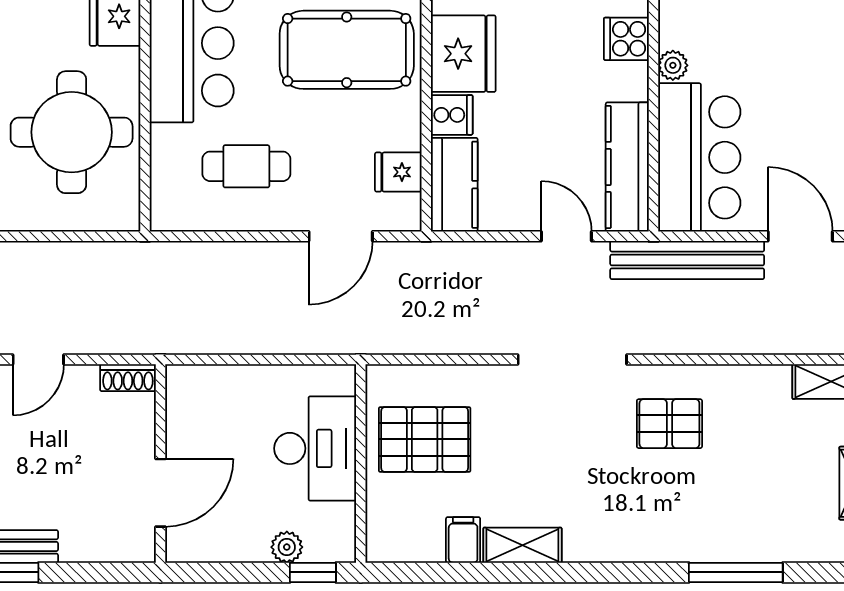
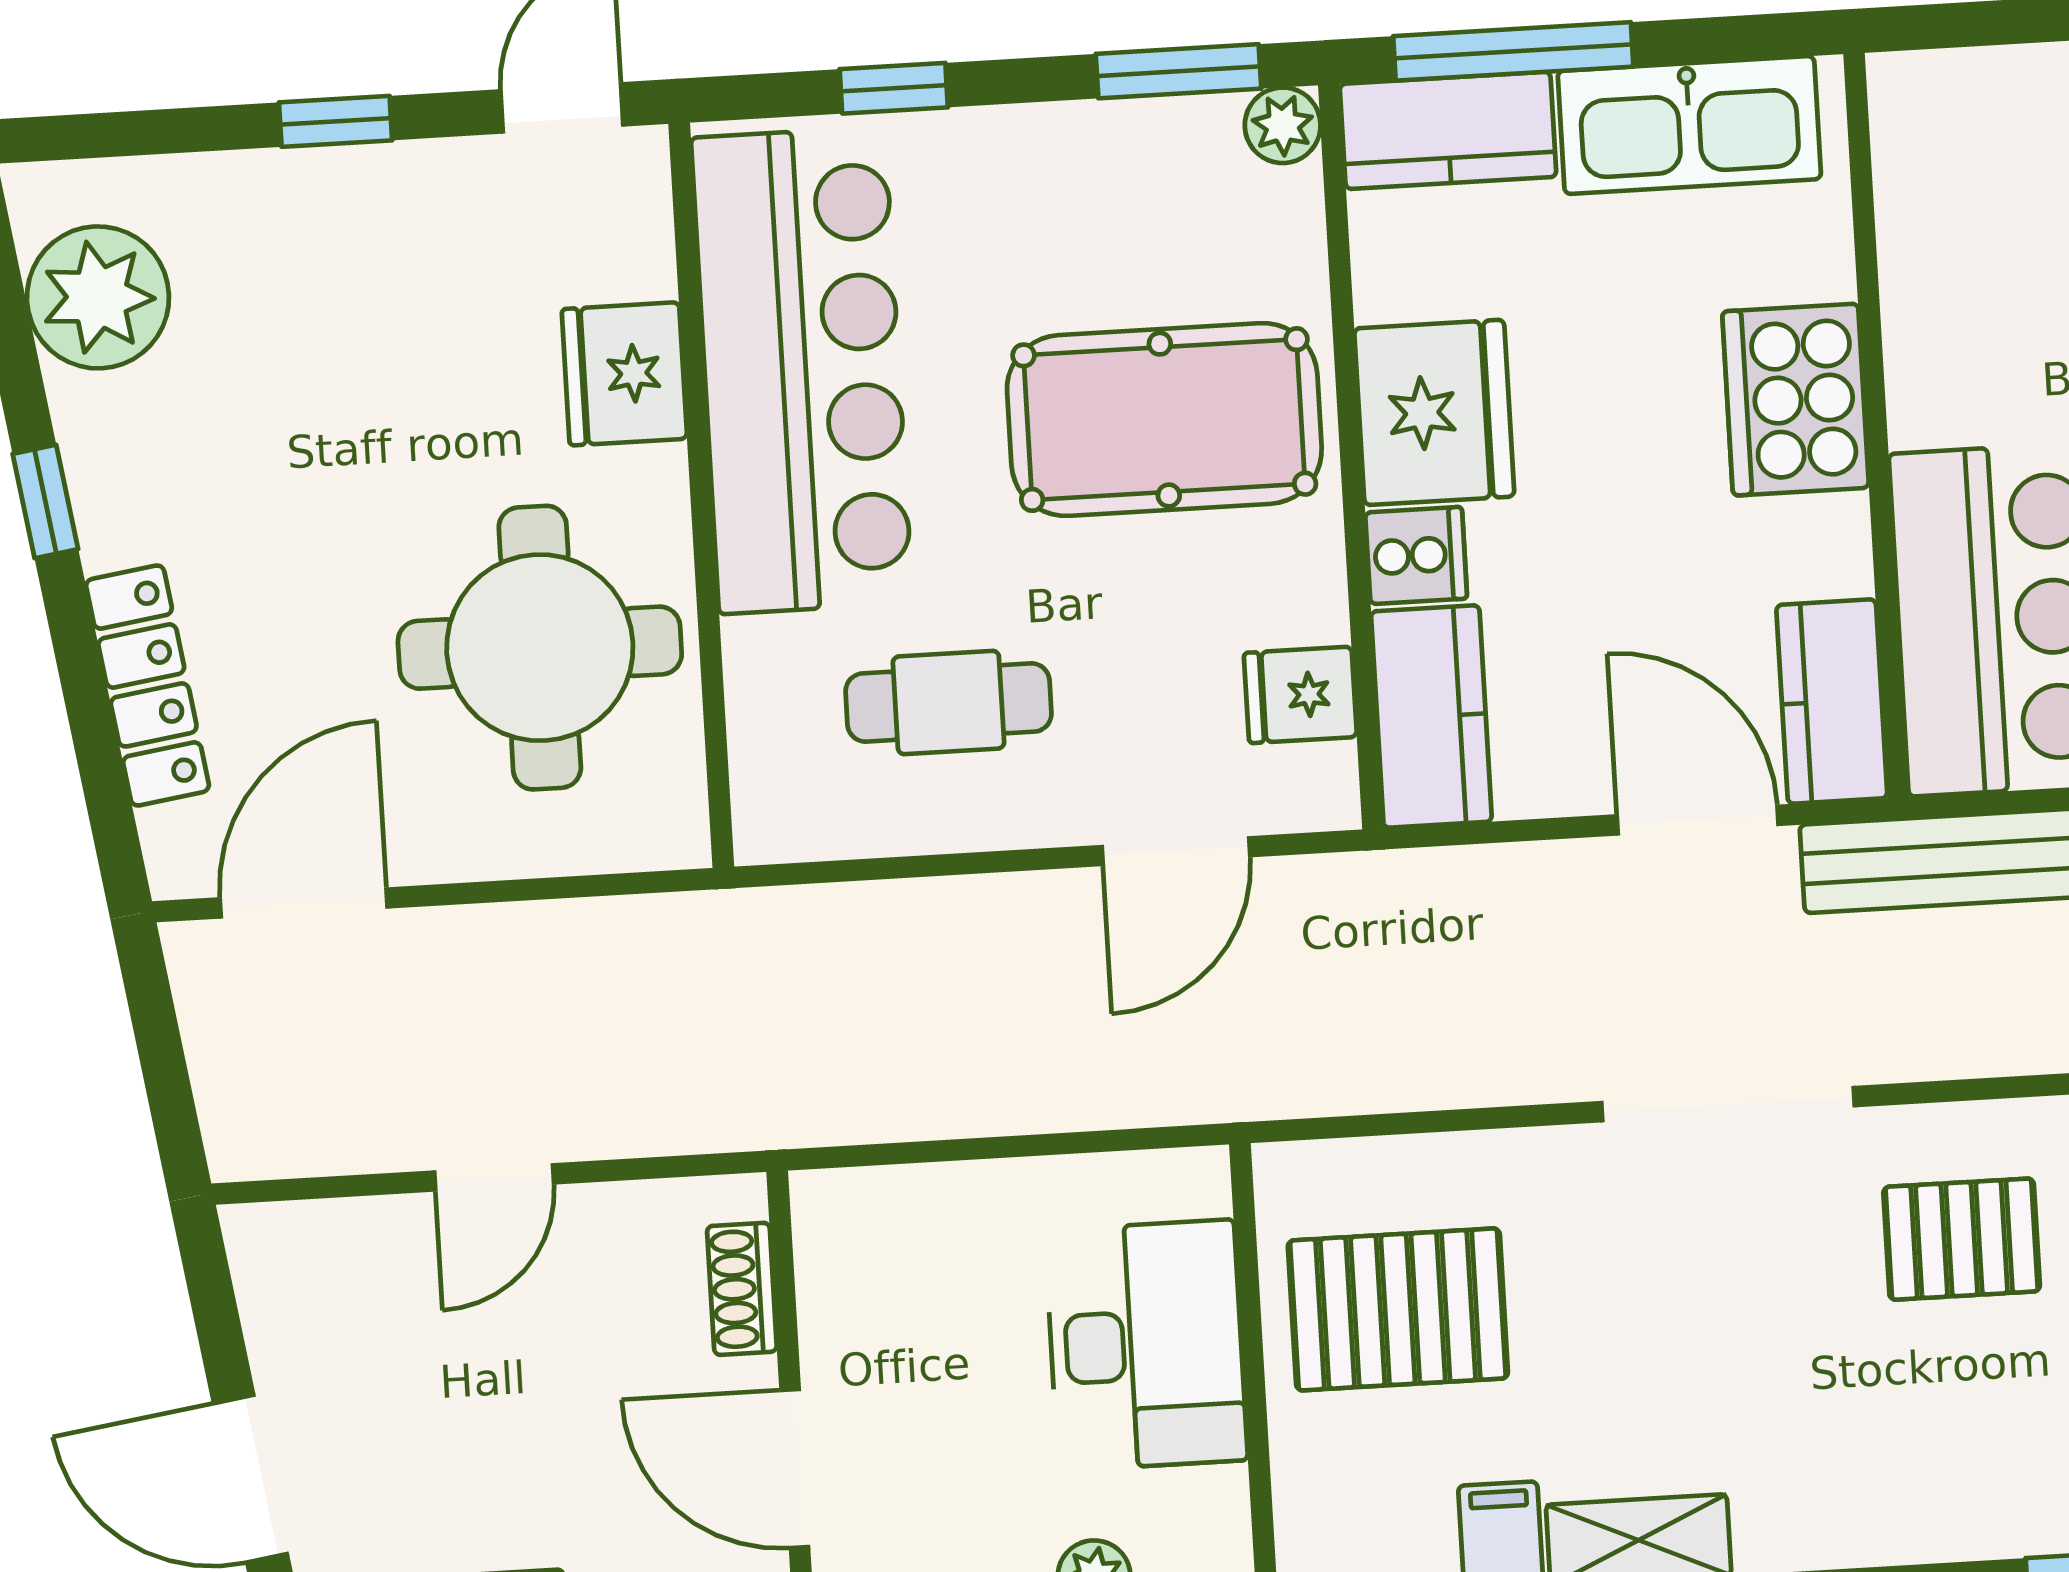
cooker: (626, 39) -> (1796, 400), width x1.87, depth x1.31
plant: (673, 65) -> (1920, 411), removed
kitchen counter: (627, 167) -> (1832, 702), width x0.67
door: (566, 236) -> (1698, 820), width x1.38
shoe rack: (128, 378) -> (742, 1289), moved, turned 90
door: (160, 493) -> (795, 1469), swing flipped

